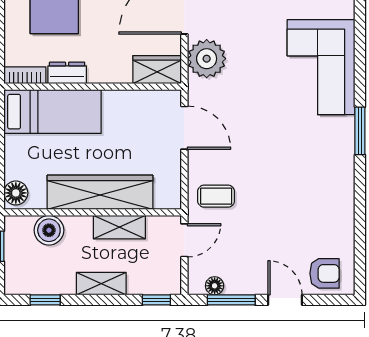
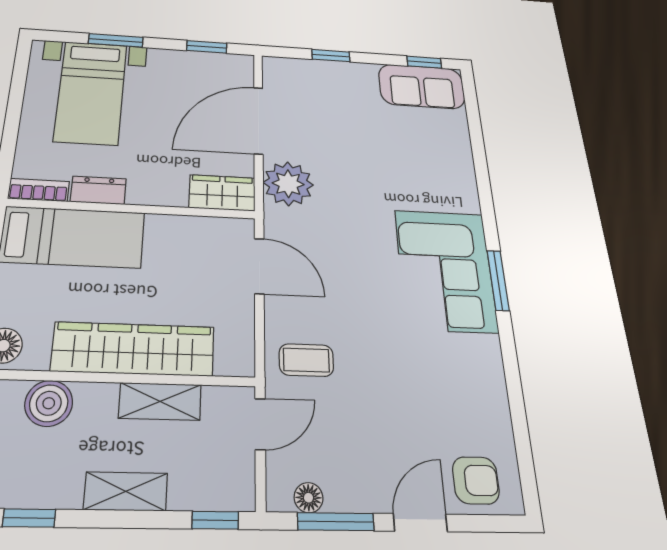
corner sofa: (321, 67) -> (445, 270), moved
door: (285, 300) -> (420, 523), hinge flipped

